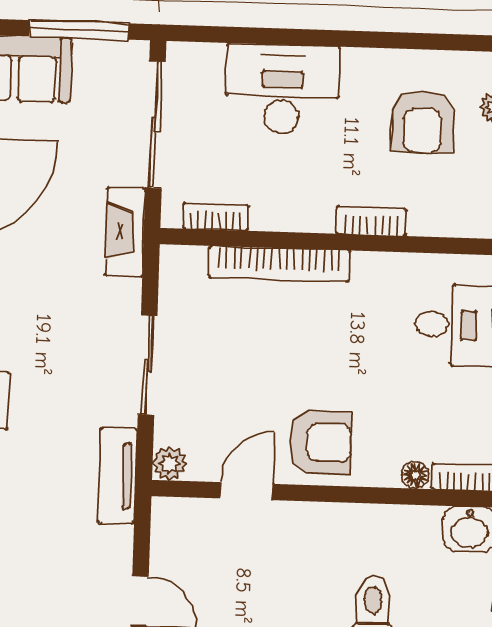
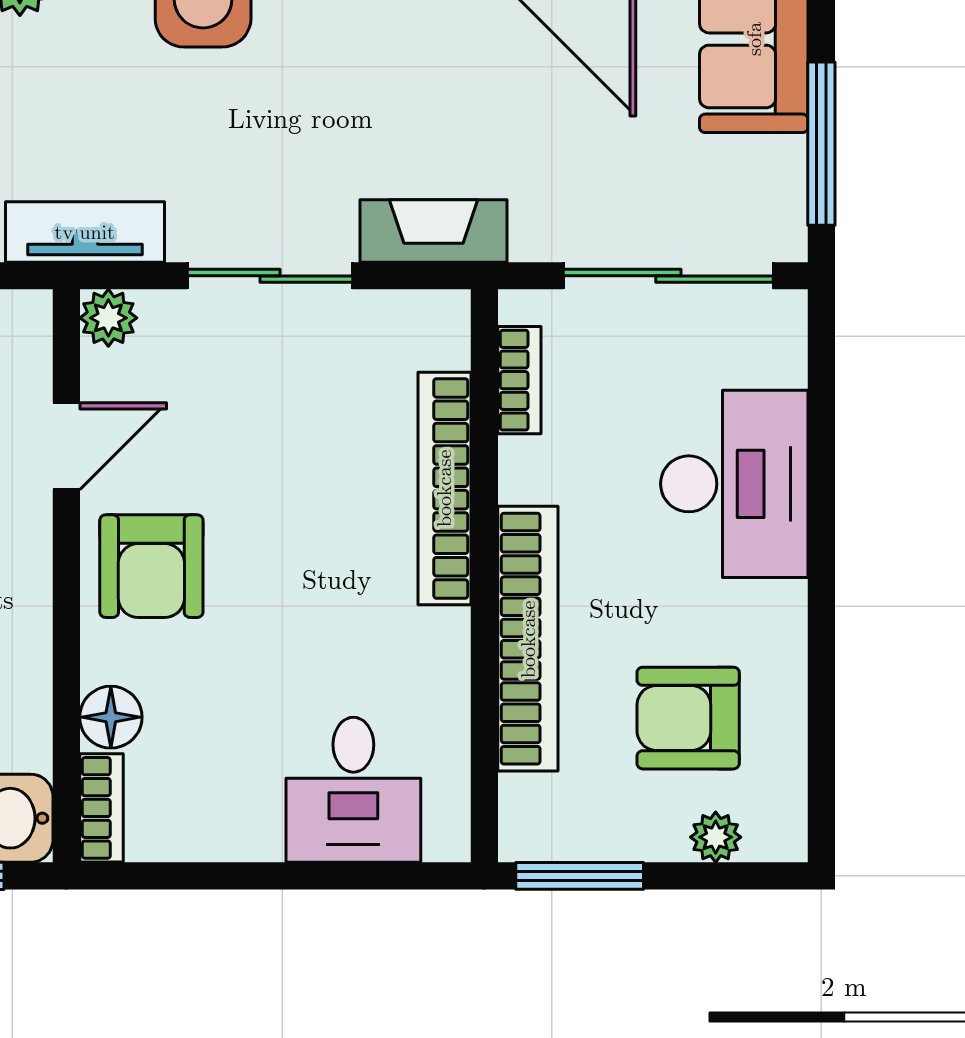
bookcase: (371, 221) -> (528, 639), width x2.31, depth x1.31
fireplace: (125, 232) -> (433, 231), moved
floor lamp: (415, 475) -> (111, 717), width x1.37, depth x1.37
door: (246, 491) -> (66, 446), hinge flipped

